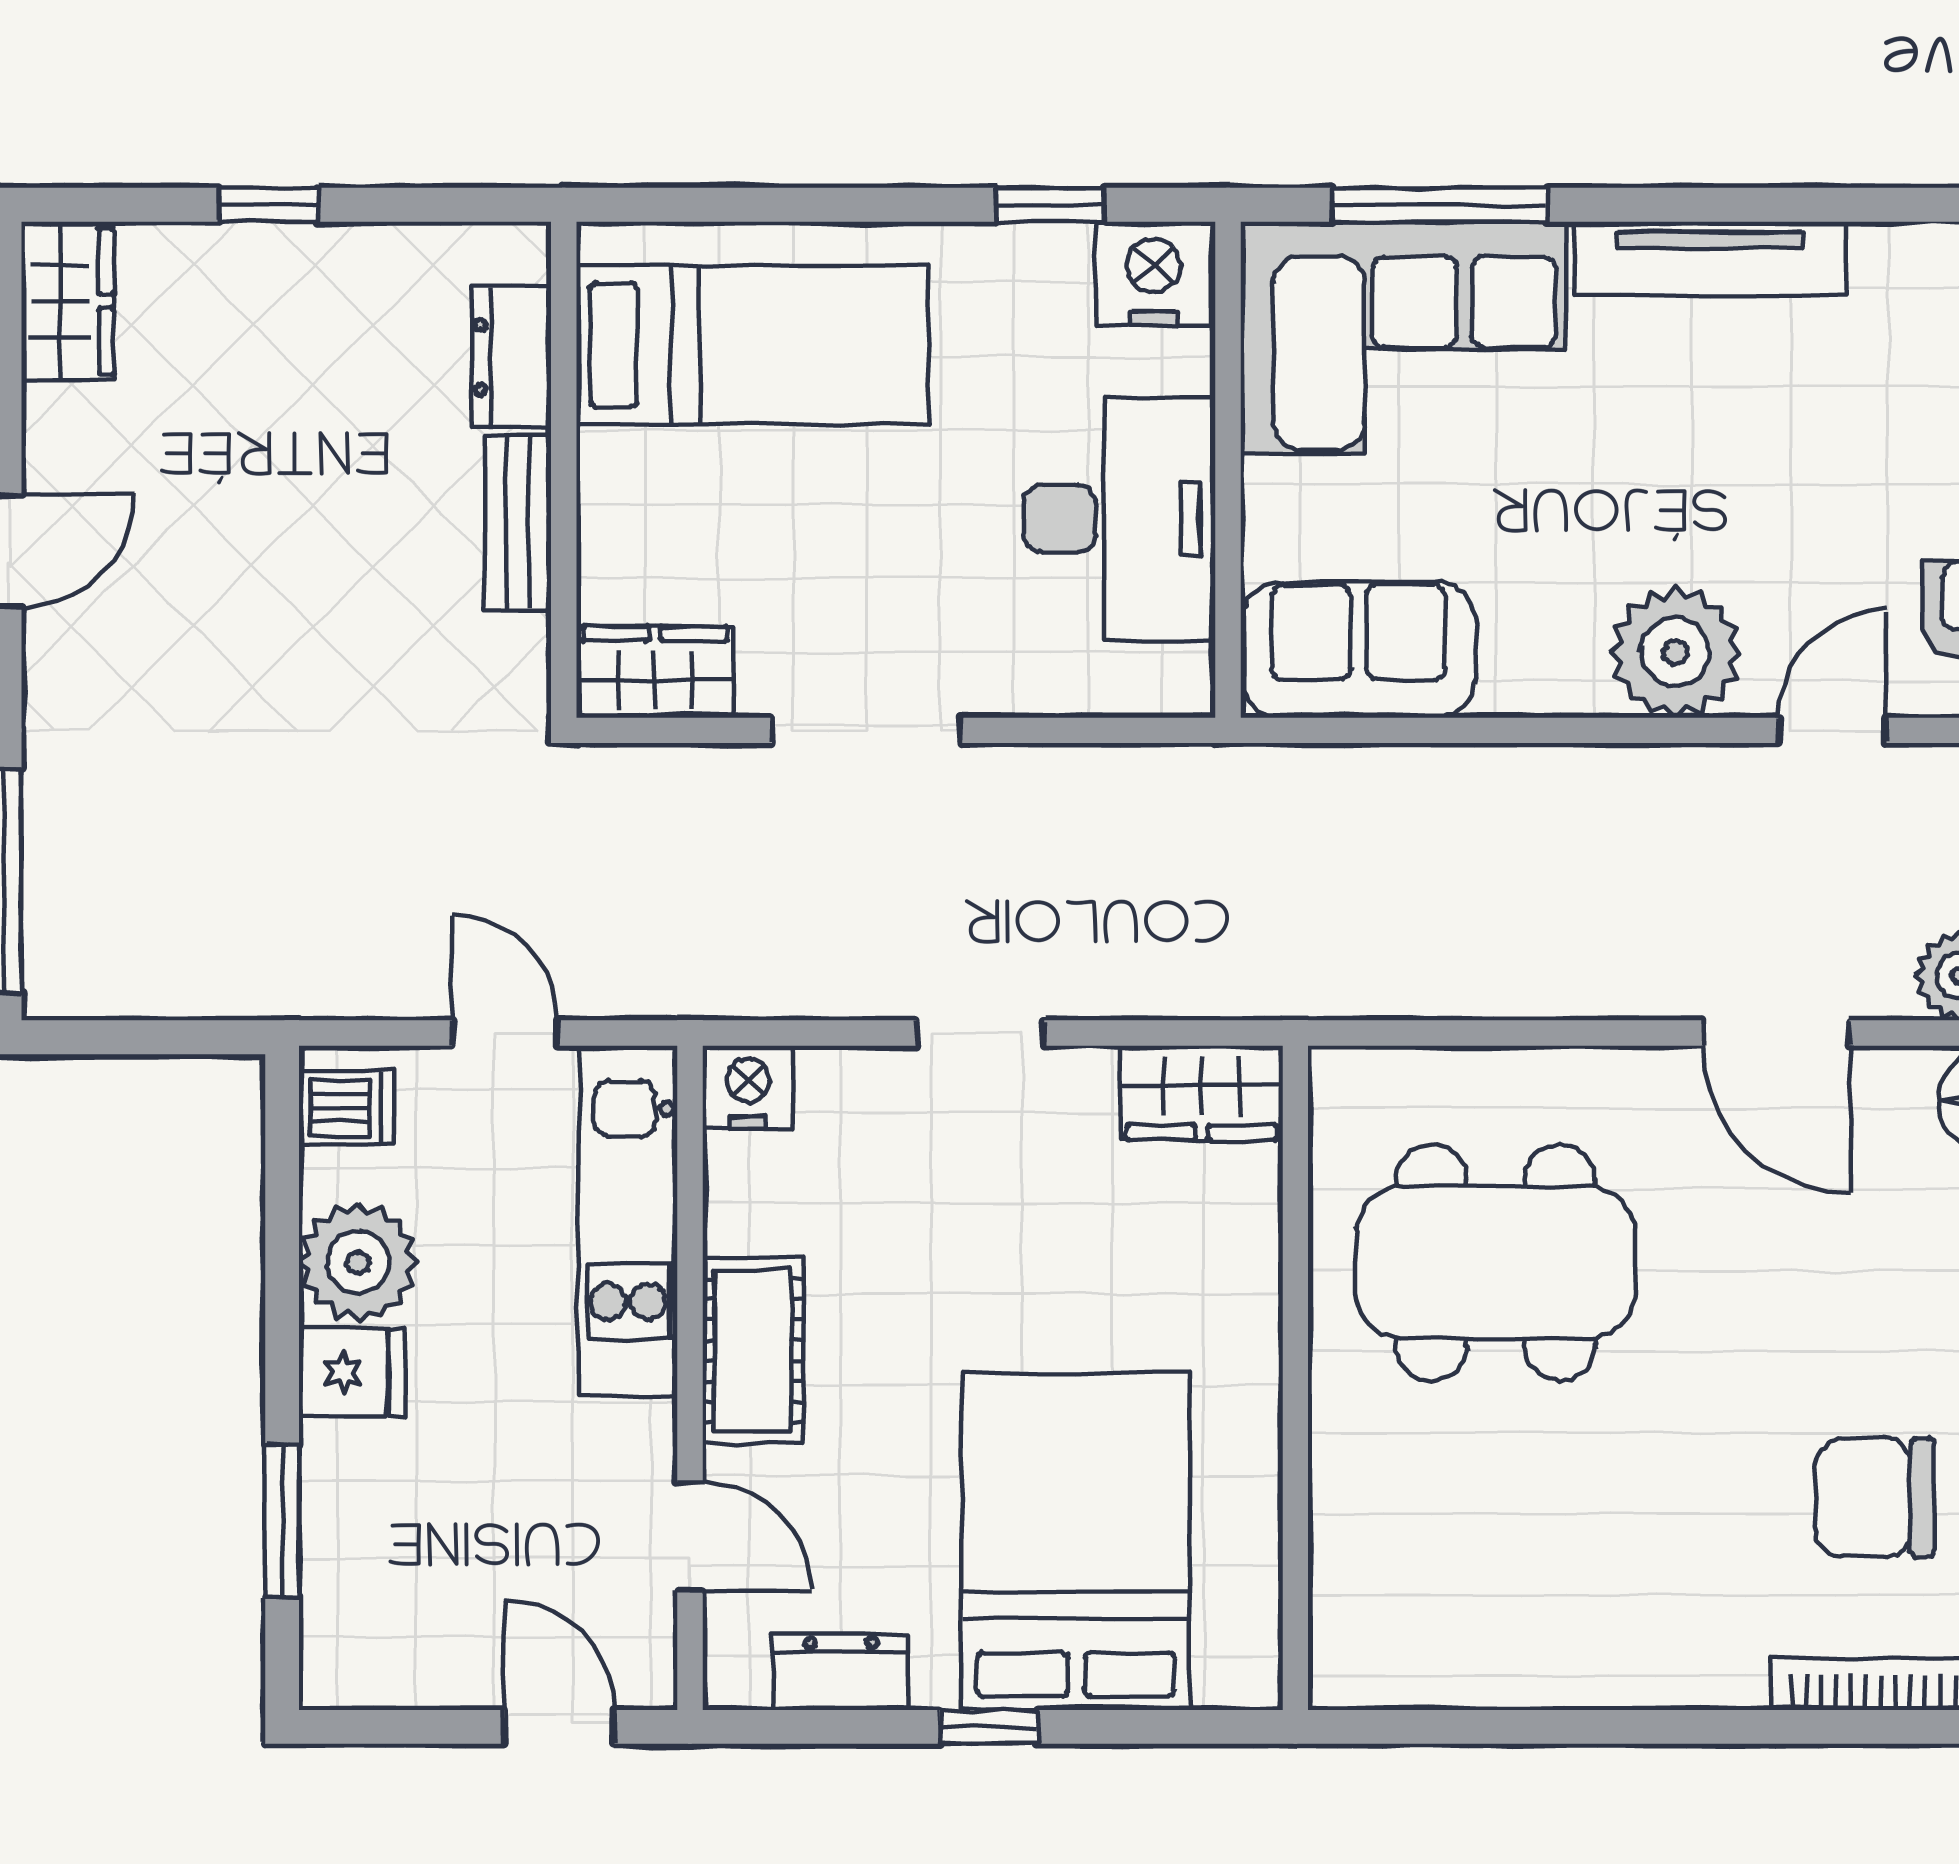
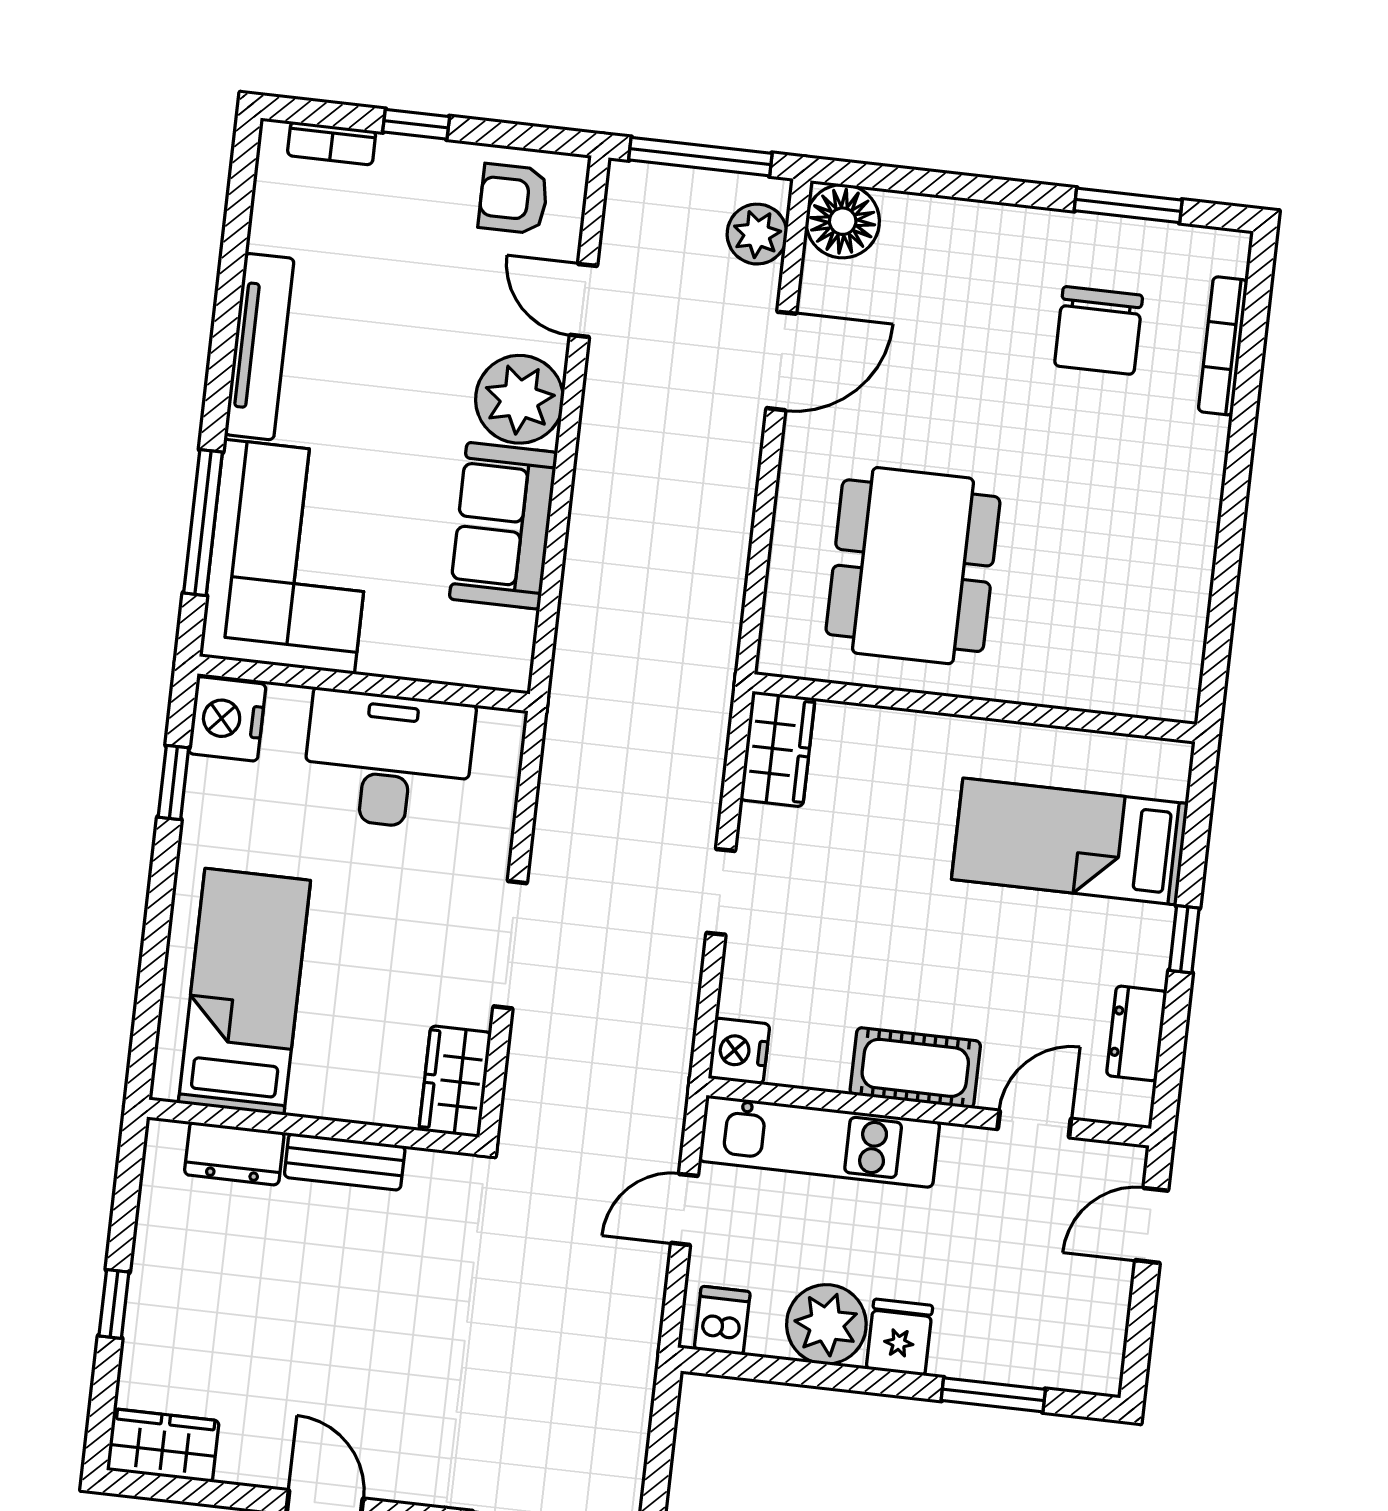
sofa: (1358, 650) -> (503, 526), moved
bed: (1076, 1541) -> (1070, 841), width x0.67

